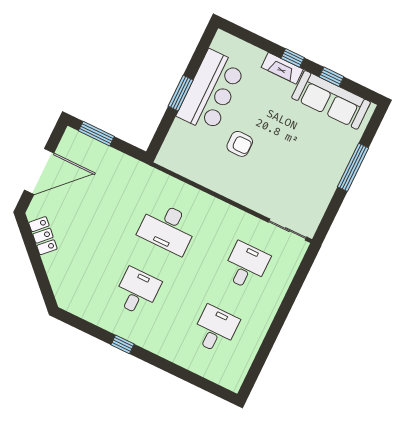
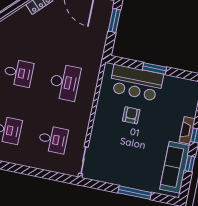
bar counter: (211, 91) -> (136, 83), moved
armchair: (240, 144) -> (131, 115), turned 180
desk: (168, 228) -> (65, 82), turned 180

